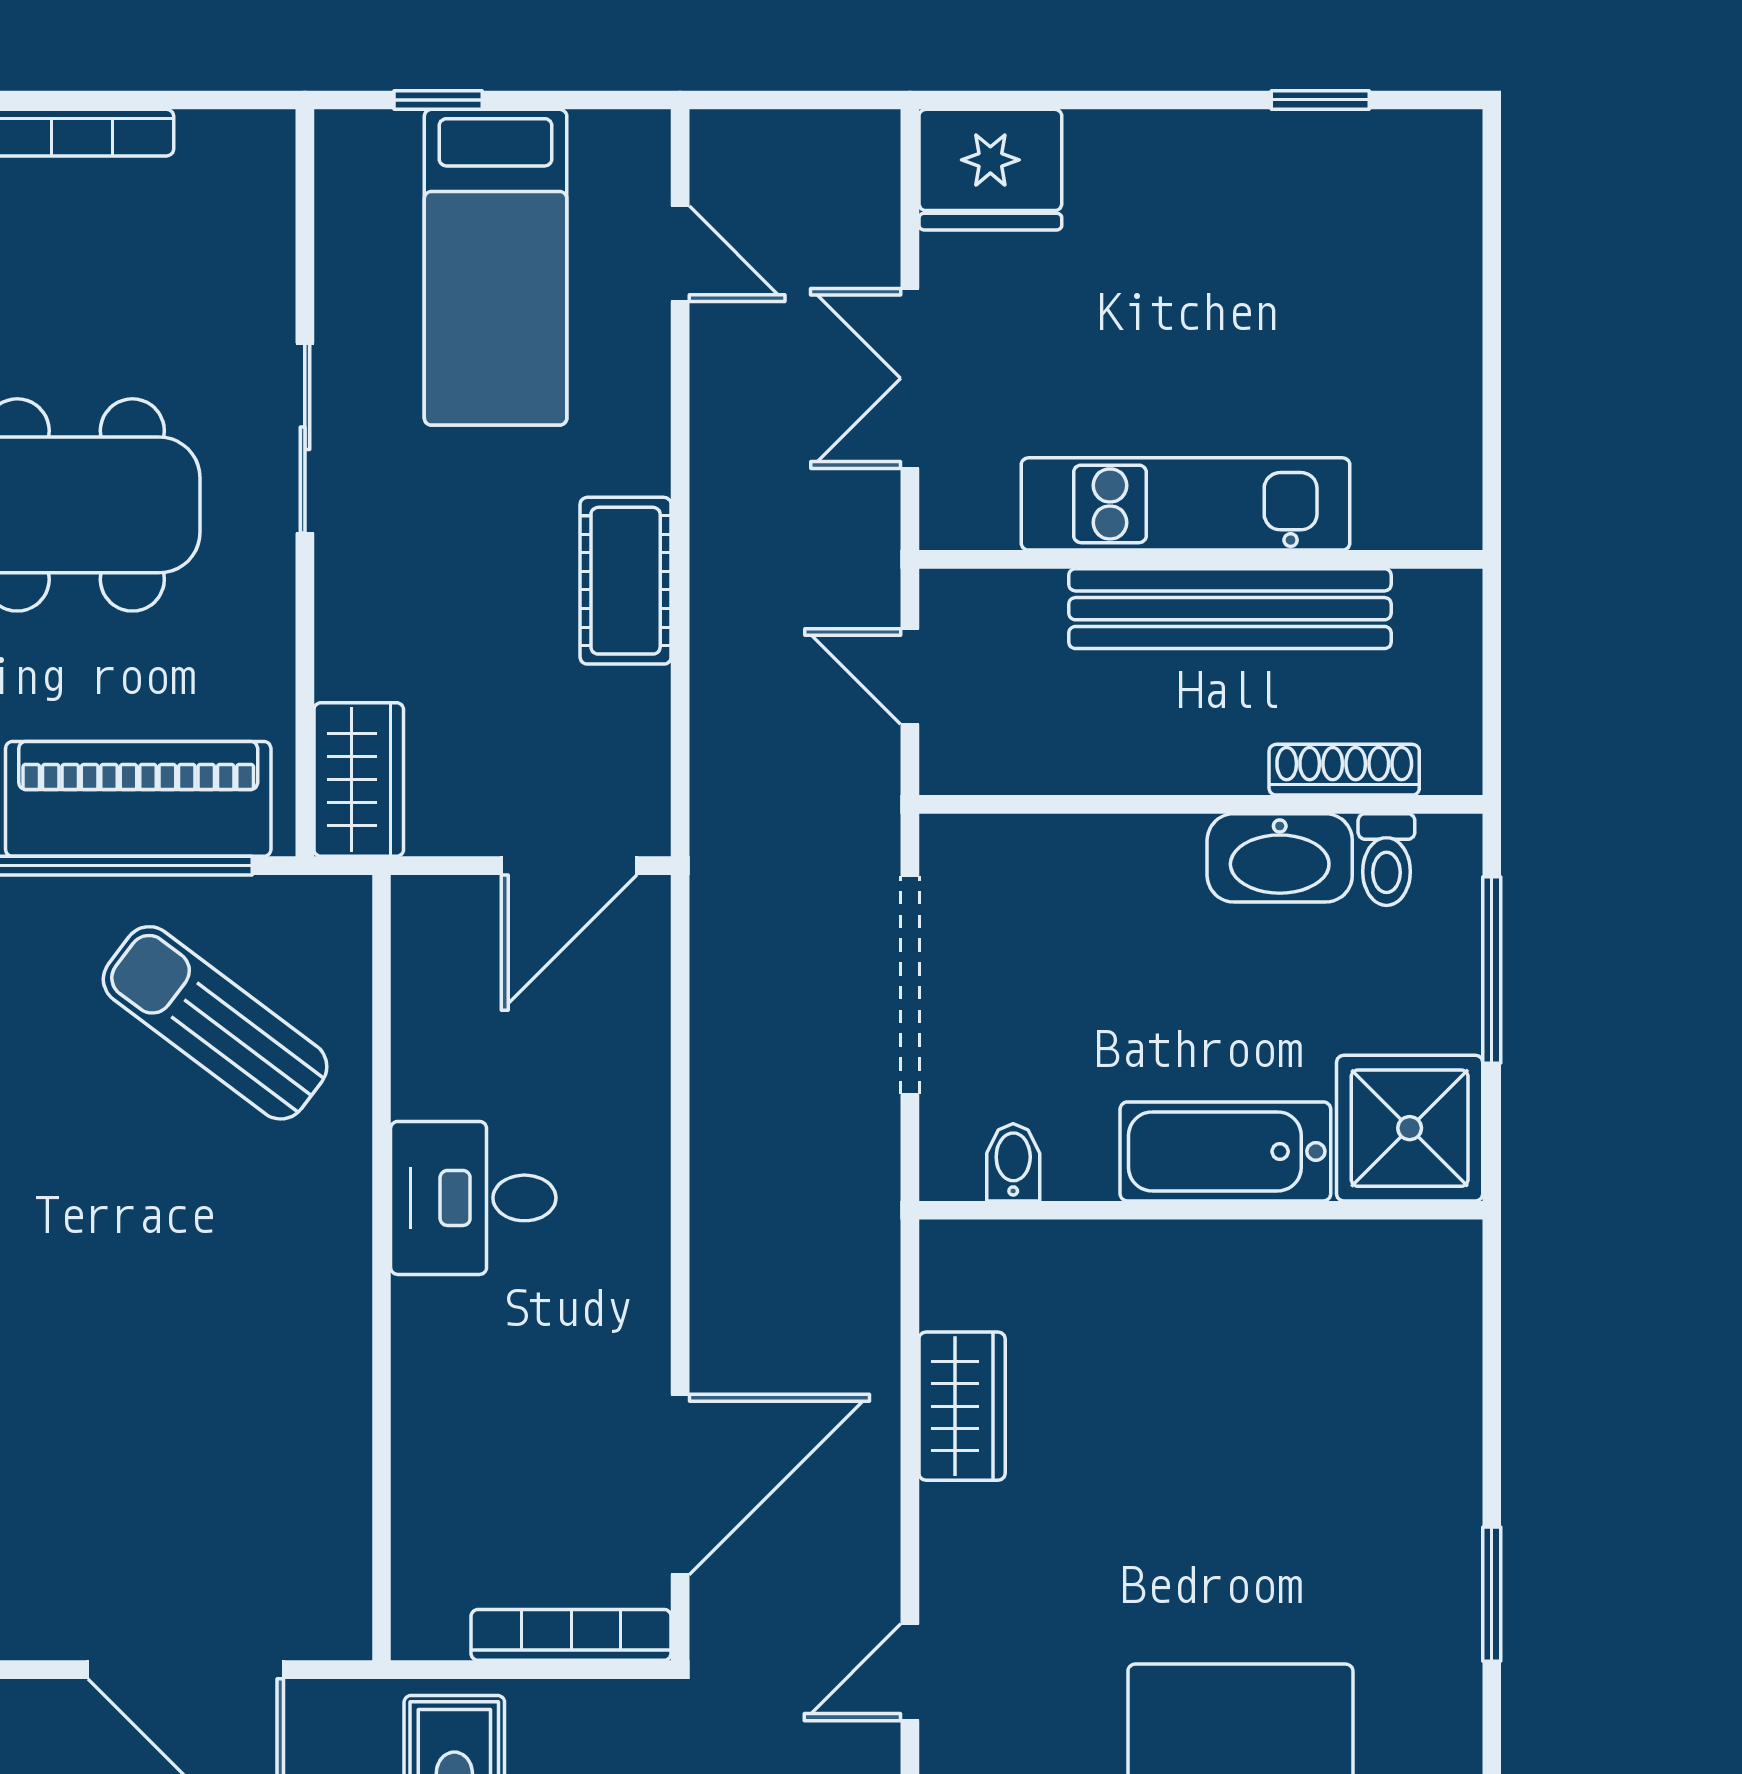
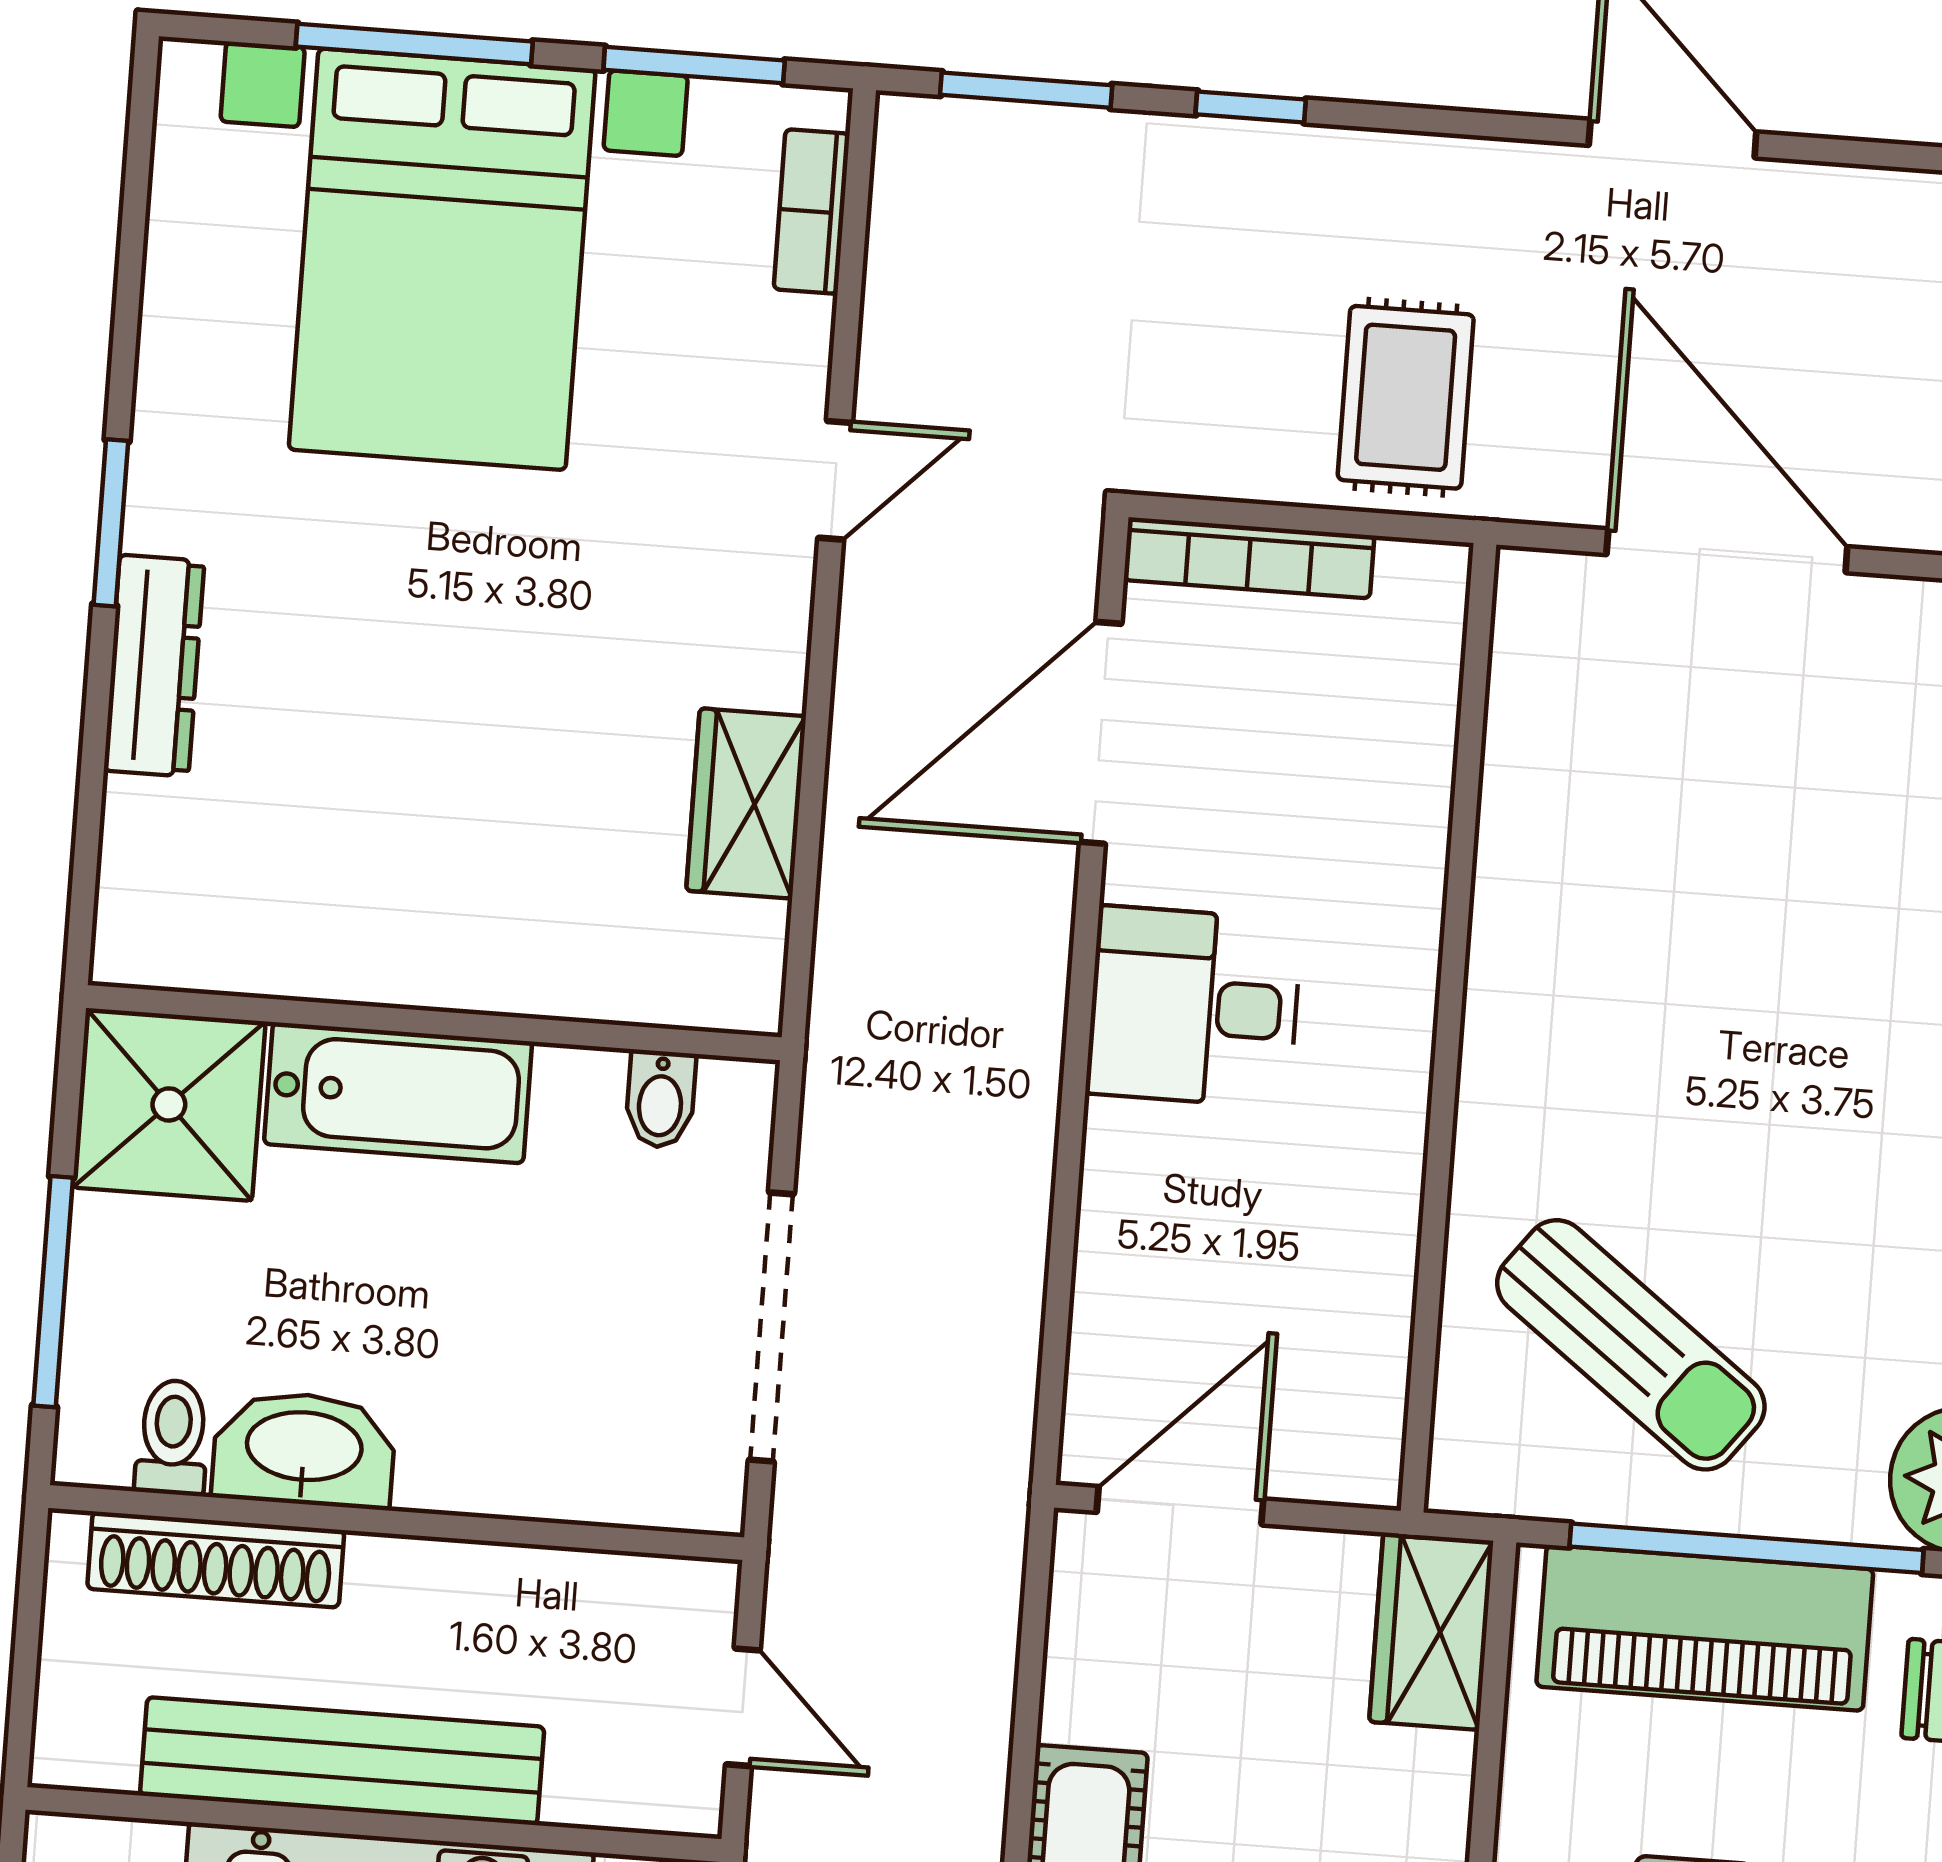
shoe rack: (1344, 770) -> (216, 1559), width x1.36, depth x1.24
desk: (473, 1198) -> (1194, 1007), moved, turned 180
dresser: (1448, 1481) -> (154, 666), added

